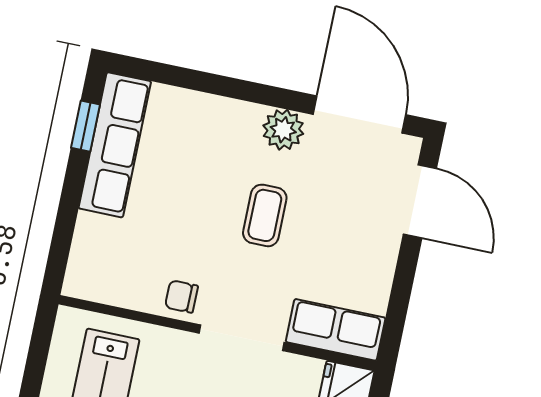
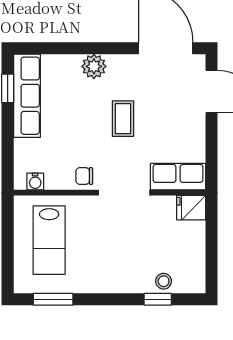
plant: (283, 130) -> (94, 66), moved
water cooler: (99, 289) -> (35, 181), added

